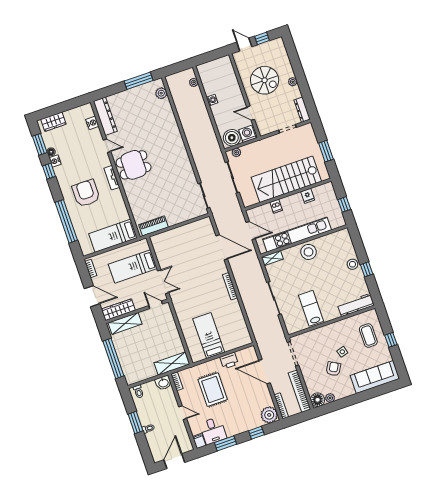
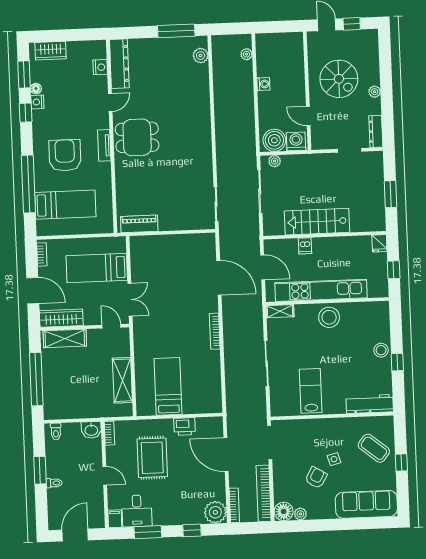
door: (107, 146) -> (110, 102), hinge flipped
stairs: (286, 179) -> (317, 222), width x0.73, depth x0.66
fridge: (308, 196) -> (379, 243), moved
bed: (113, 236) -> (65, 205), moved, turned 180
coffee table: (368, 336) -> (374, 448), turned -51
shelving: (172, 363) -> (122, 380), moved, turned 90

